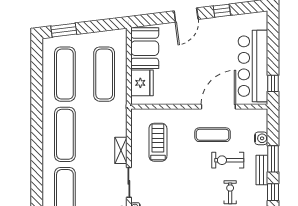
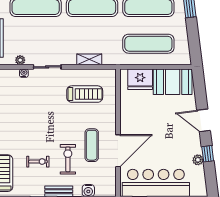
plant: (228, 21) -> (198, 160), added
door: (218, 107) -> (118, 151), hinge flipped
shelving: (121, 150) -> (89, 59), moved

